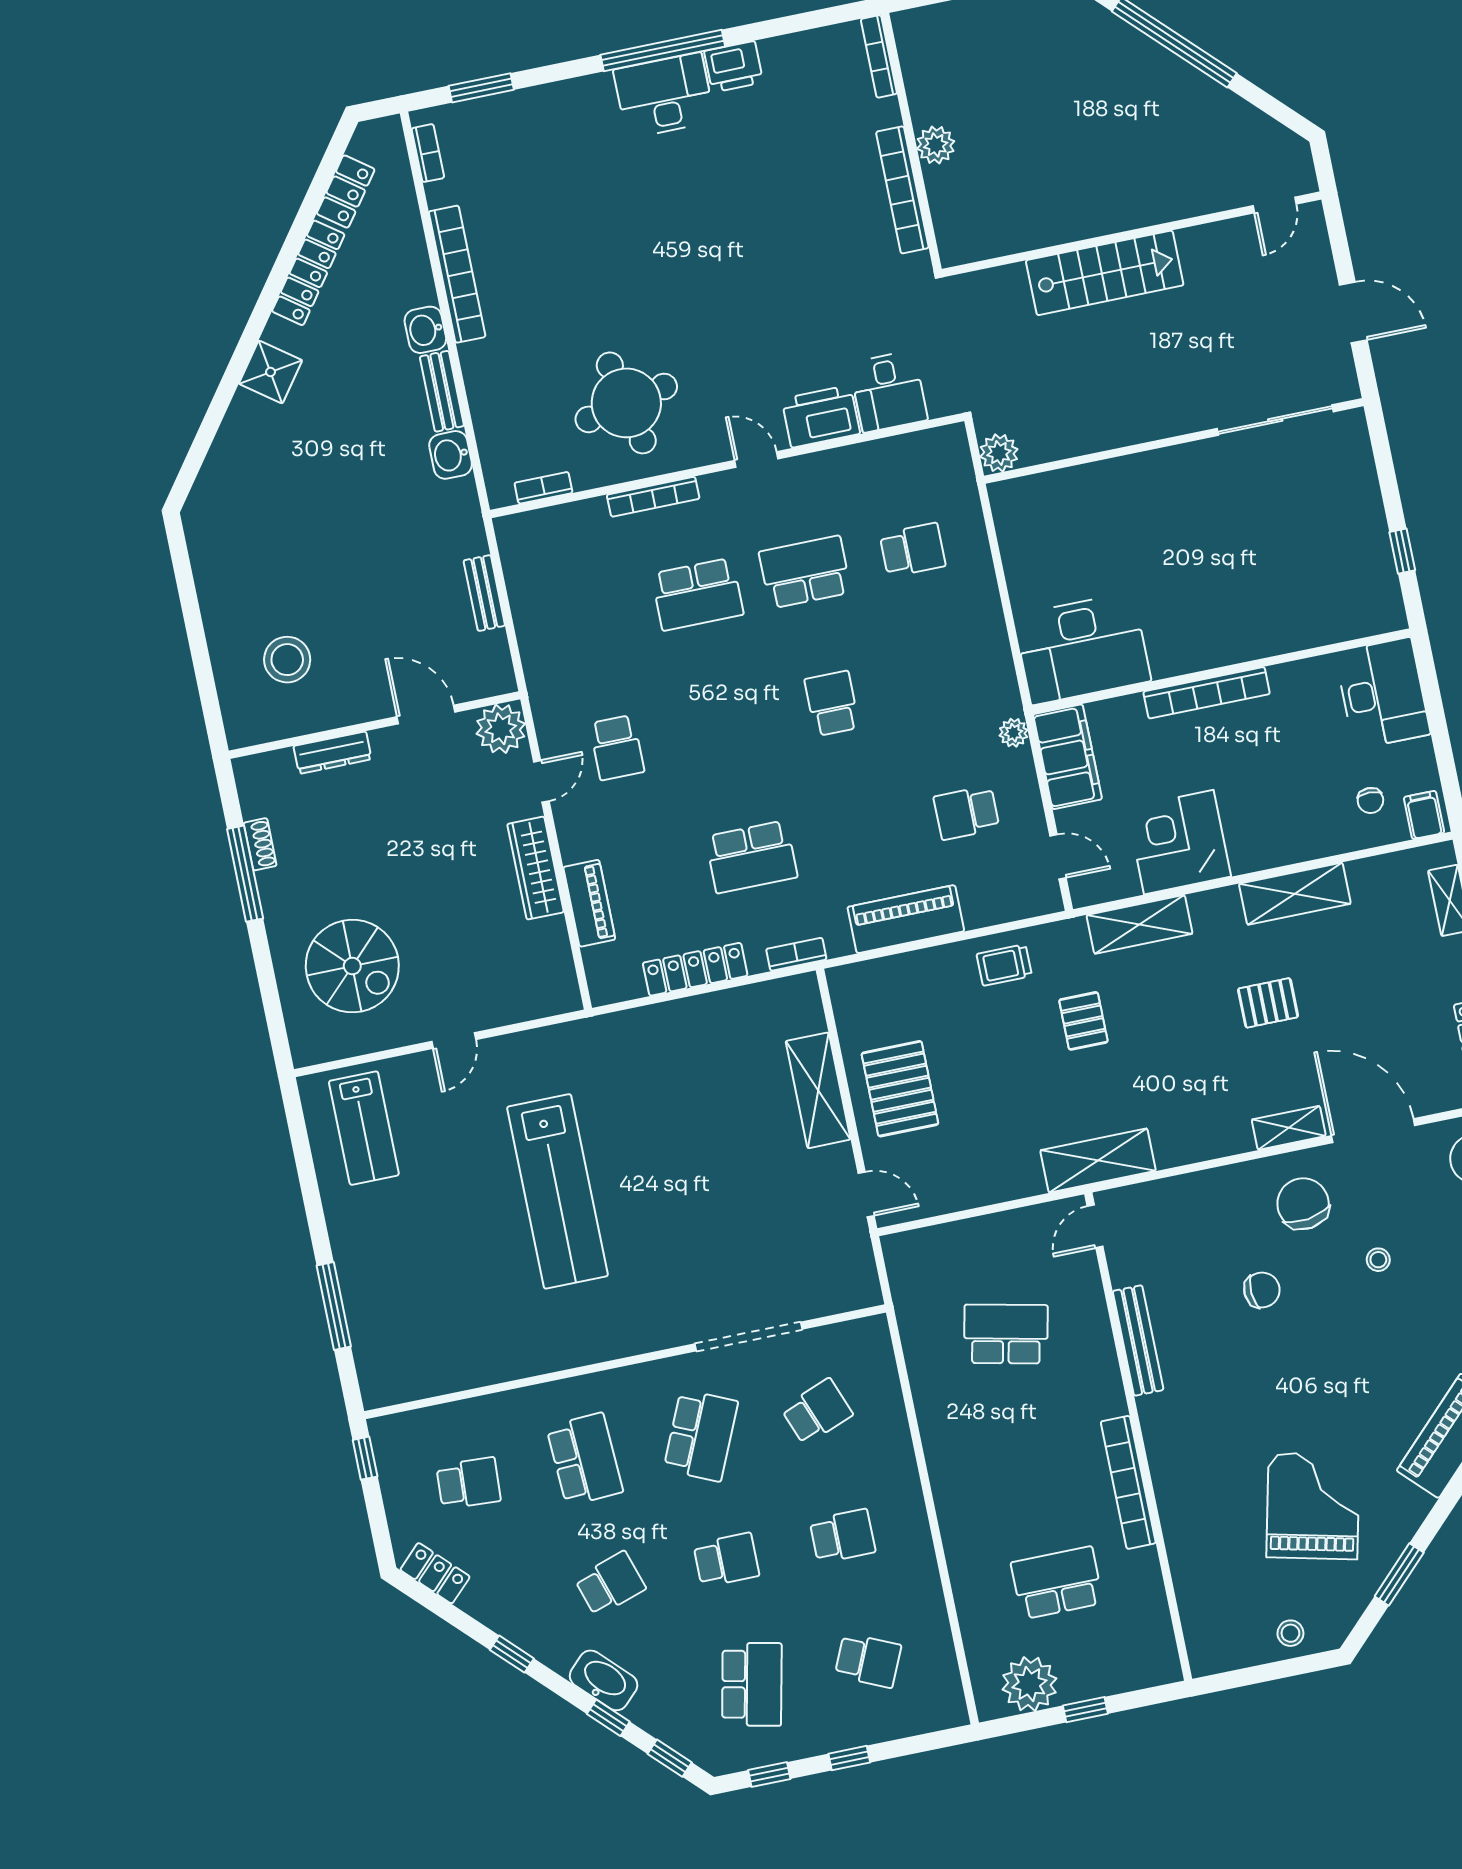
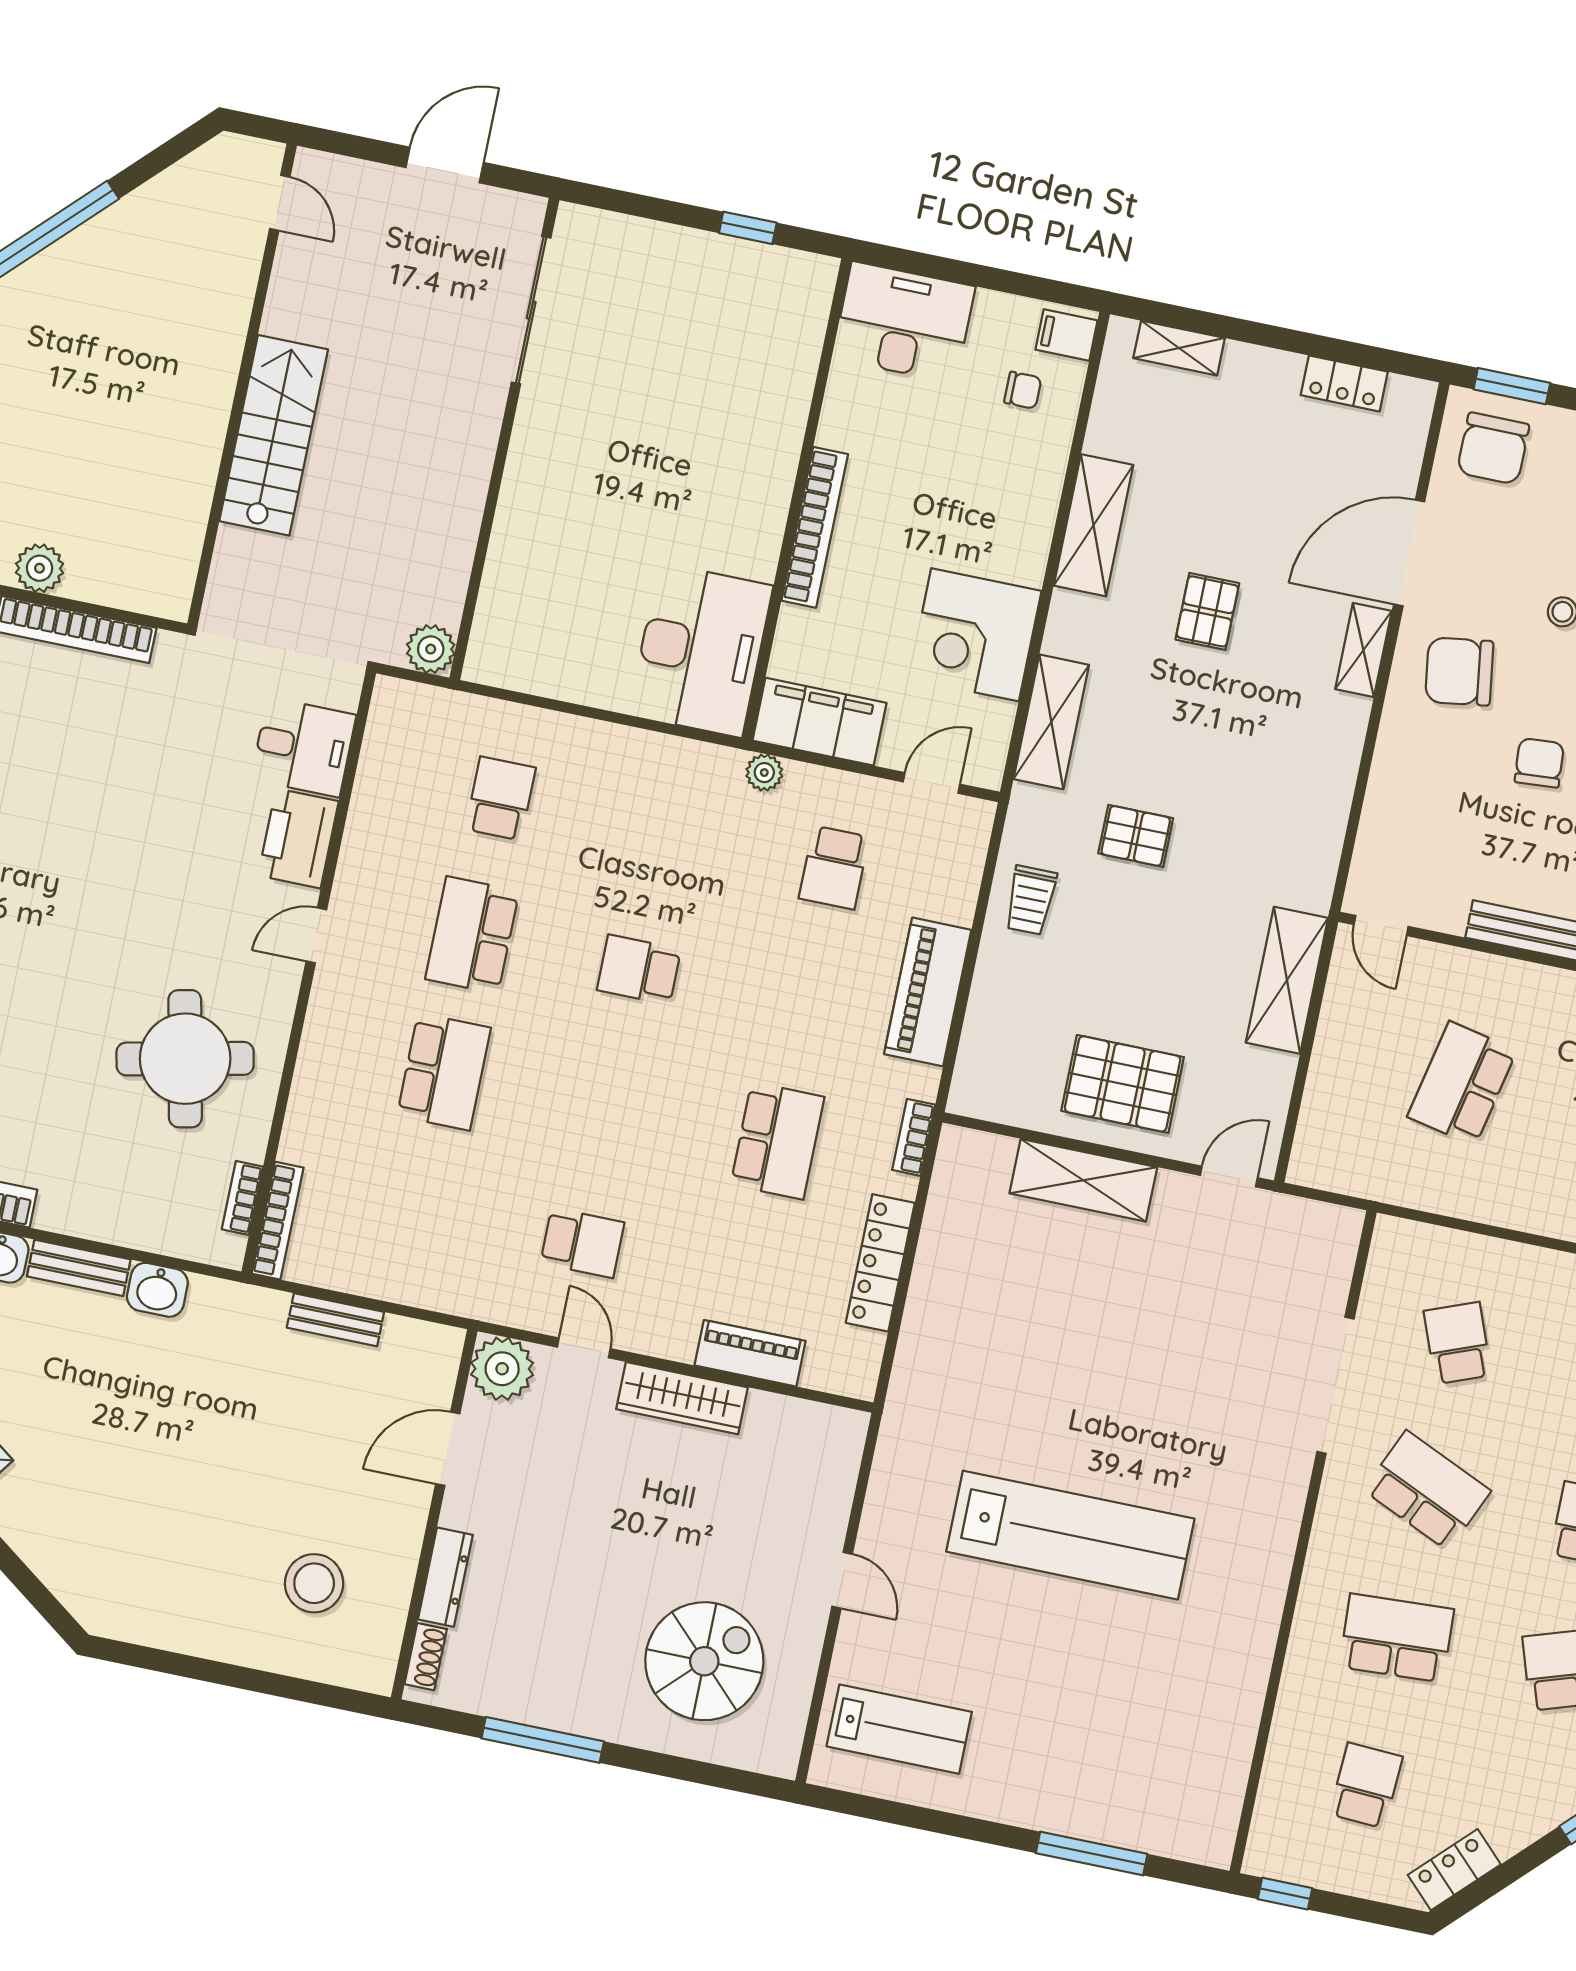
bookcase: (653, 497) -> (278, 1221), moved
shoe rack: (260, 844) -> (426, 1657), moved, turned 90
shelving: (1098, 1161) -> (1287, 980), moved

